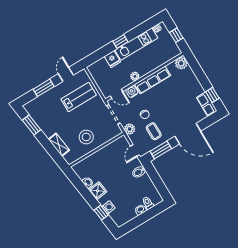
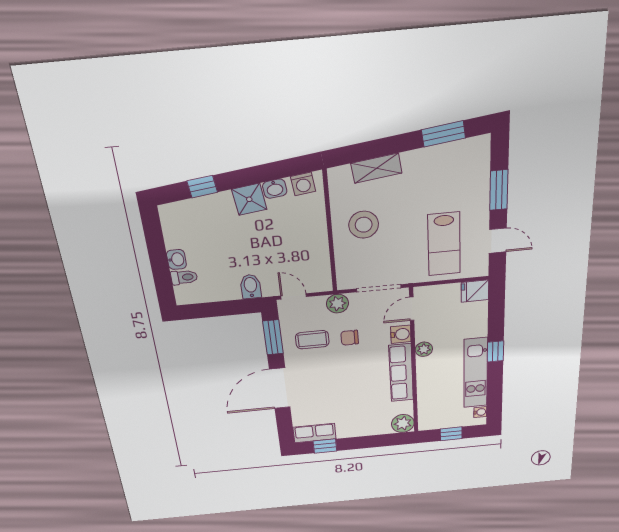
fridge: (112, 59) -> (475, 291), moved
washing machine: (108, 207) -> (303, 184), moved

